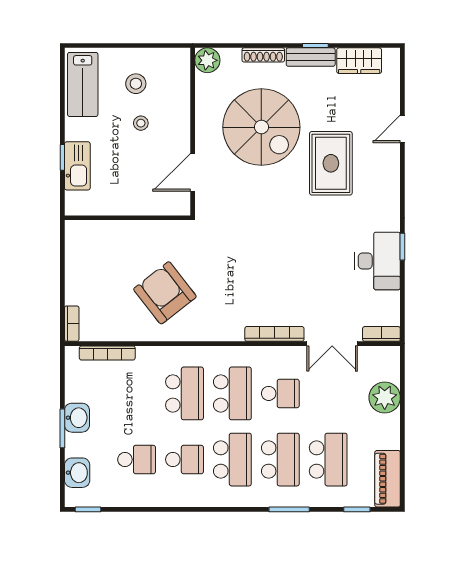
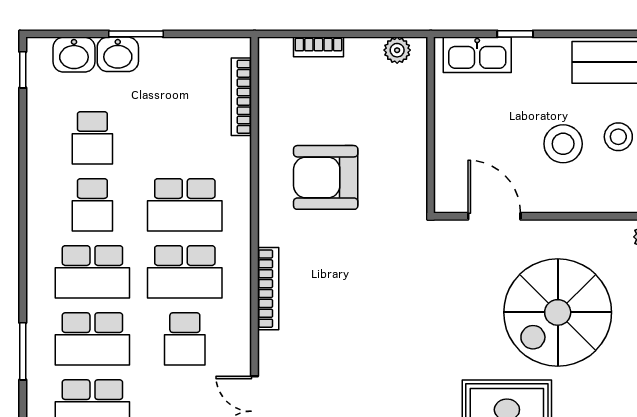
stool: (141, 123) -> (563, 144), width x1.89, depth x1.89
kitchen sink: (77, 166) -> (477, 55), moved
plant: (74, 242) -> (397, 50), added
armchair: (165, 293) -> (326, 177), turned -142
bookcase: (72, 324) -> (319, 47), moved
bookcase: (274, 334) -> (268, 289), moved
washbasin: (77, 418) -> (118, 54), moved

